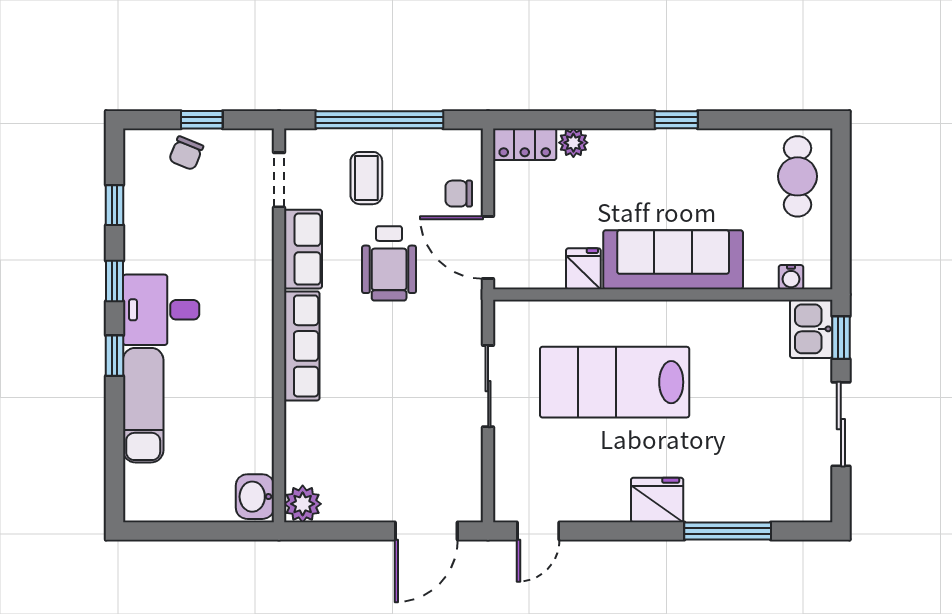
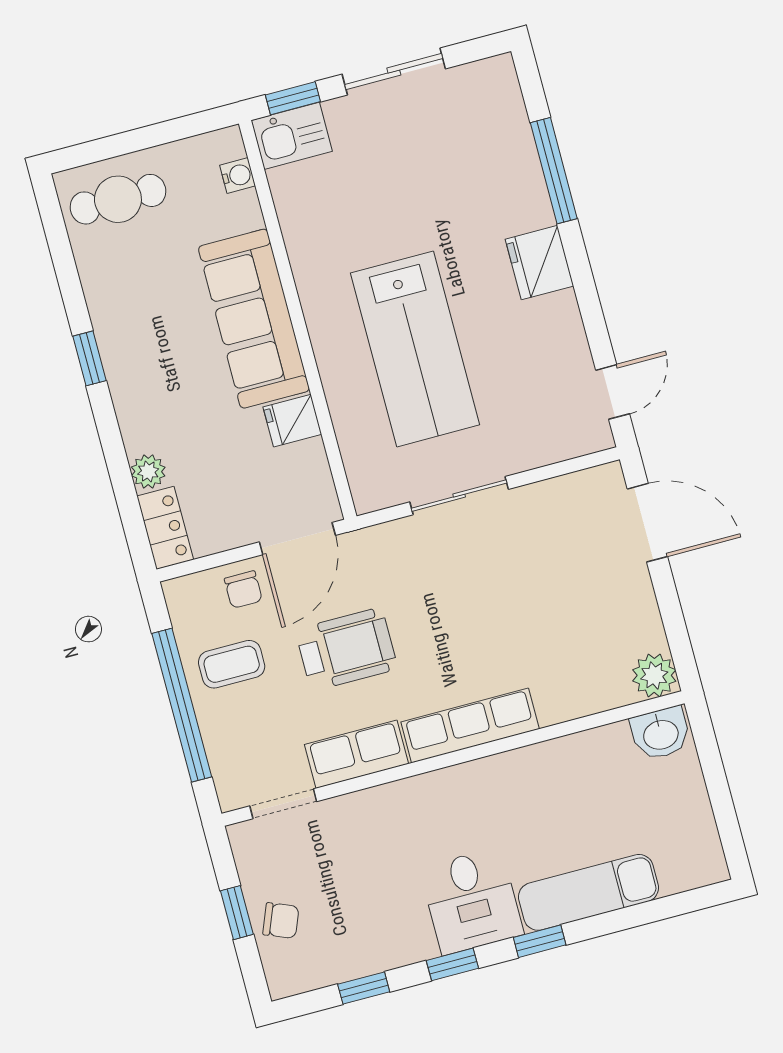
coffee table: (366, 178) -> (232, 664), moved
door: (538, 531) -> (613, 392), hinge flipped

